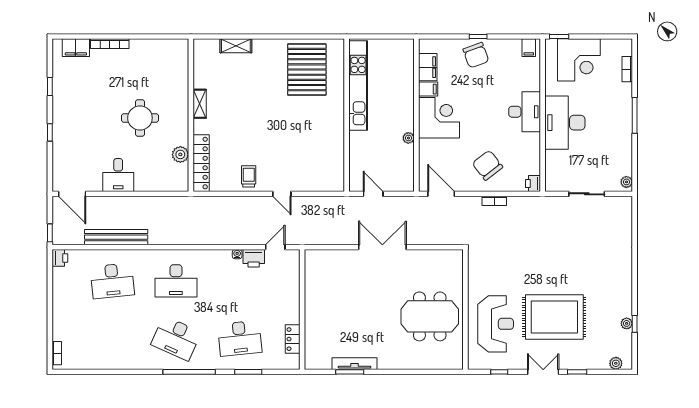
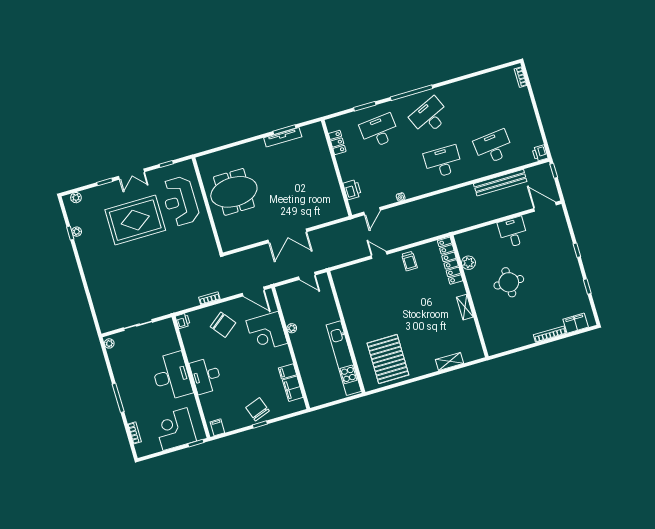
corner desk: (439, 118) -> (267, 332), moved
printer: (254, 258) -> (352, 190), moved, turned 90
desk: (176, 338) -> (430, 116), turned -48

